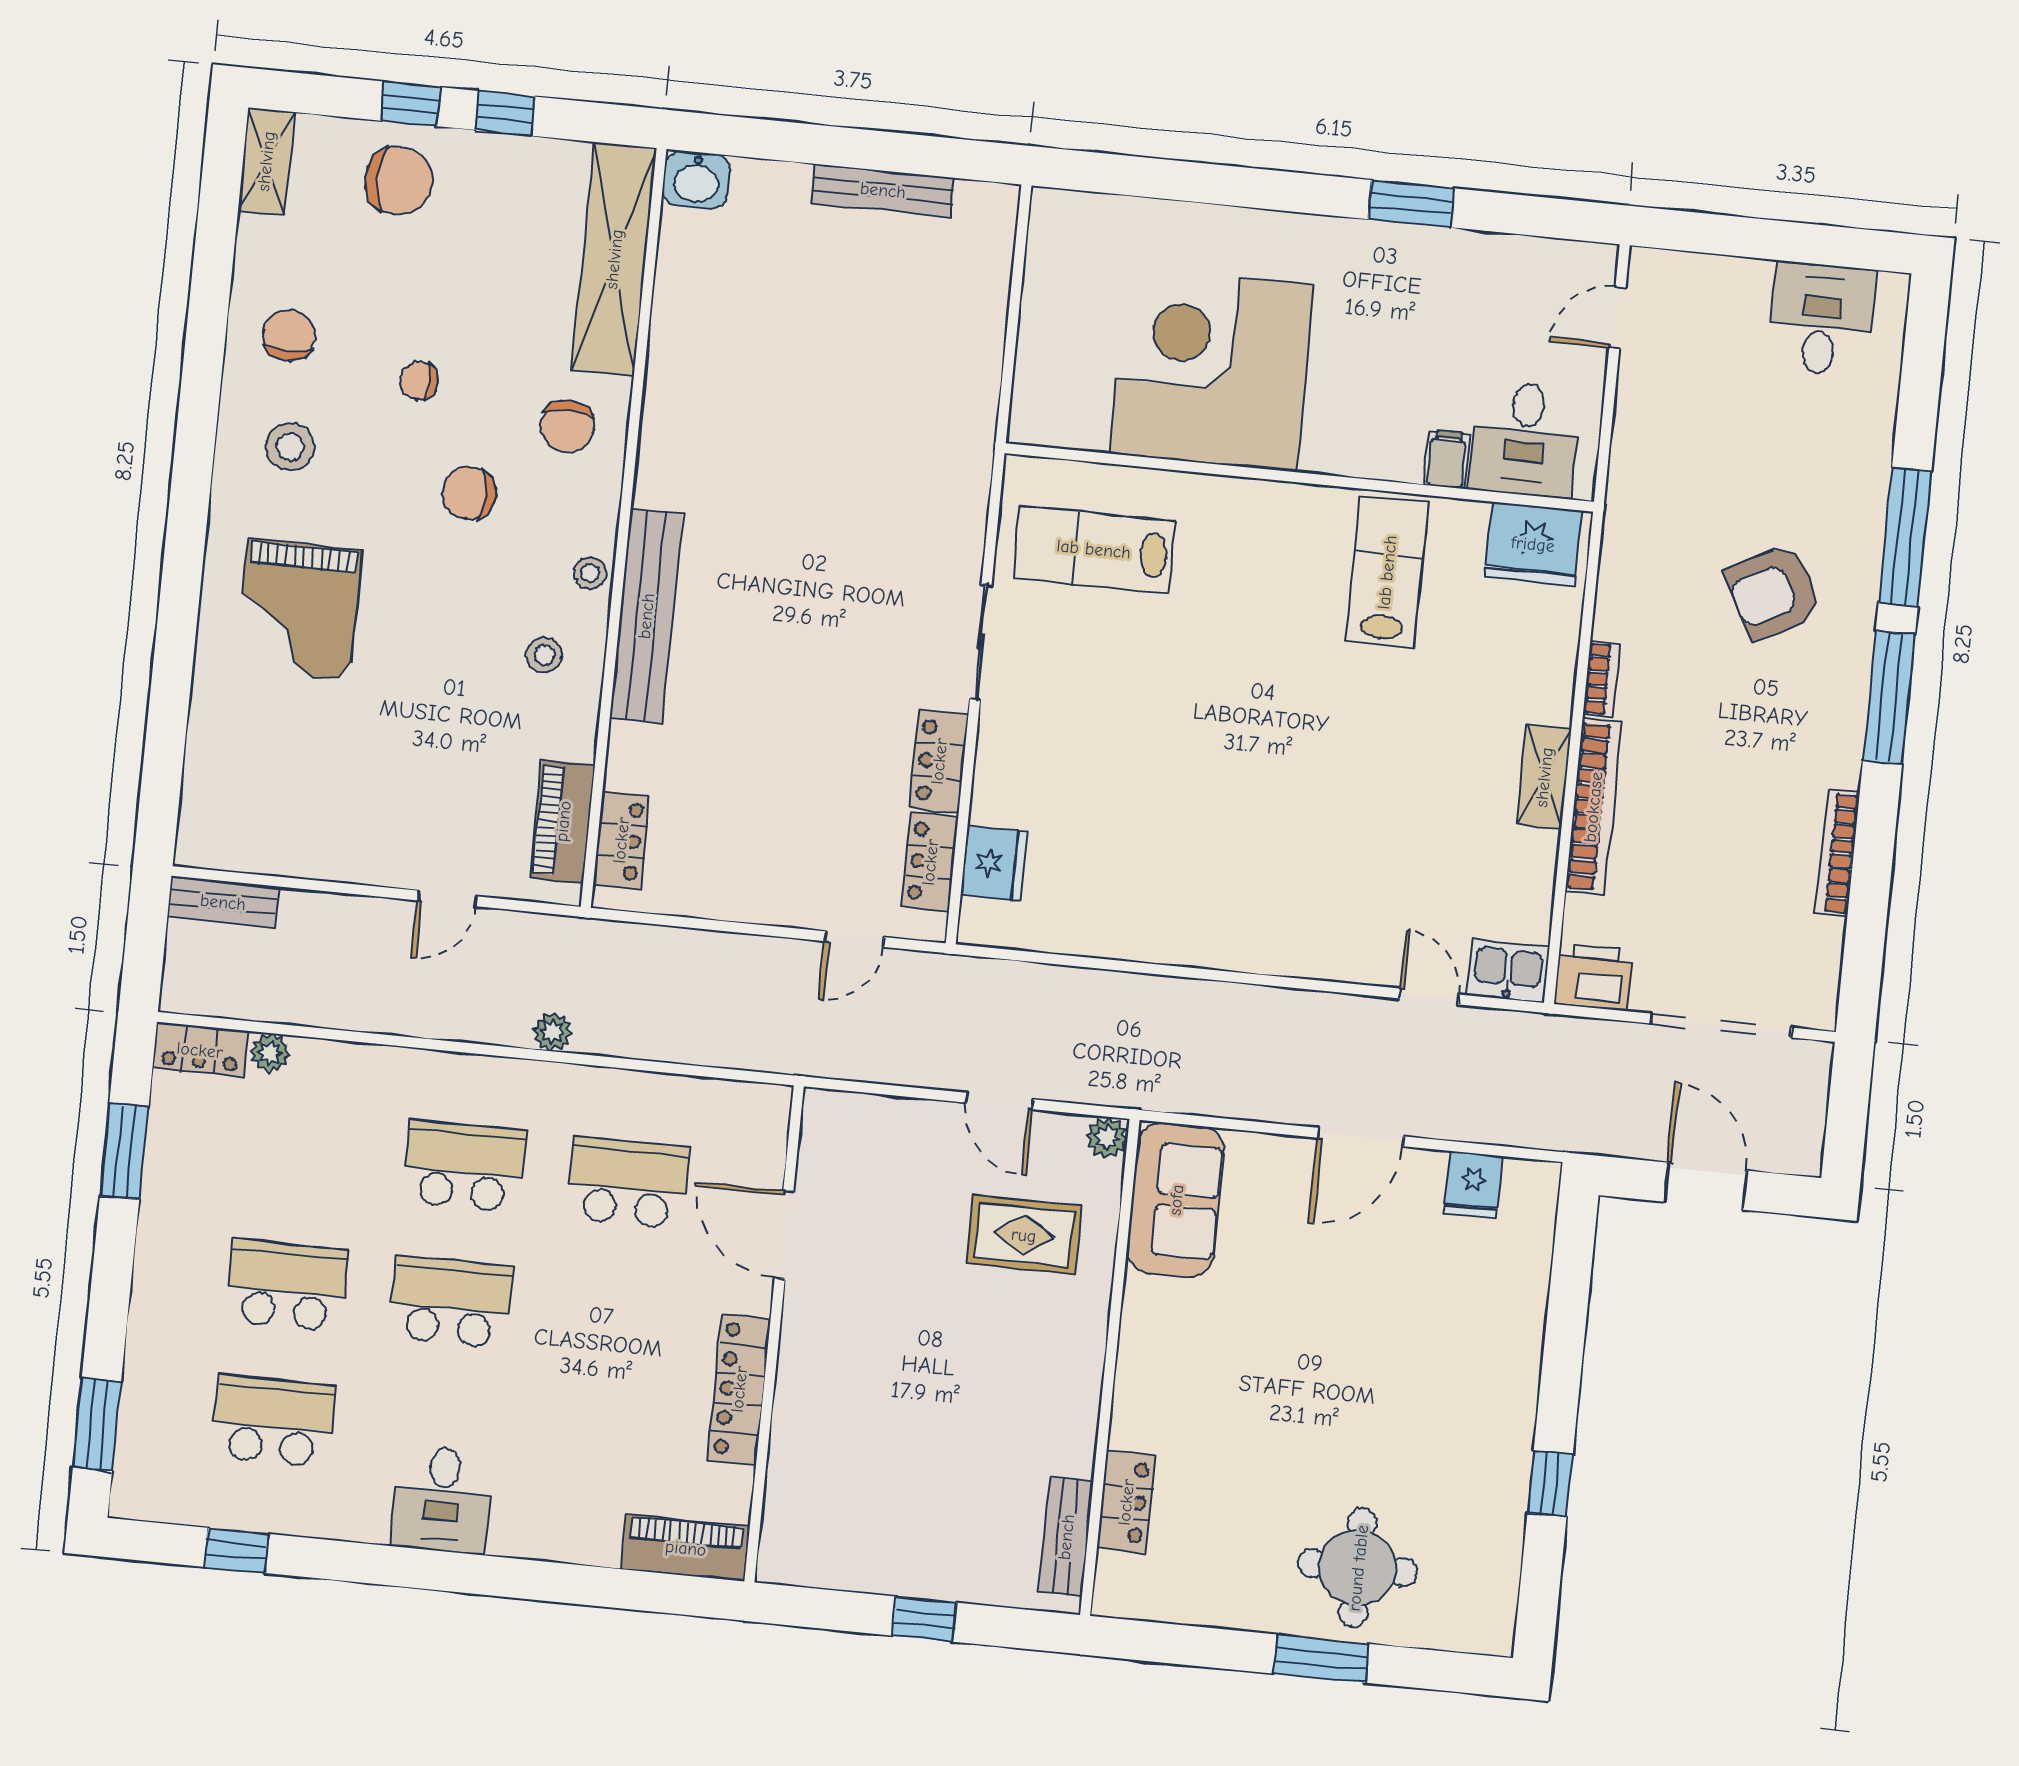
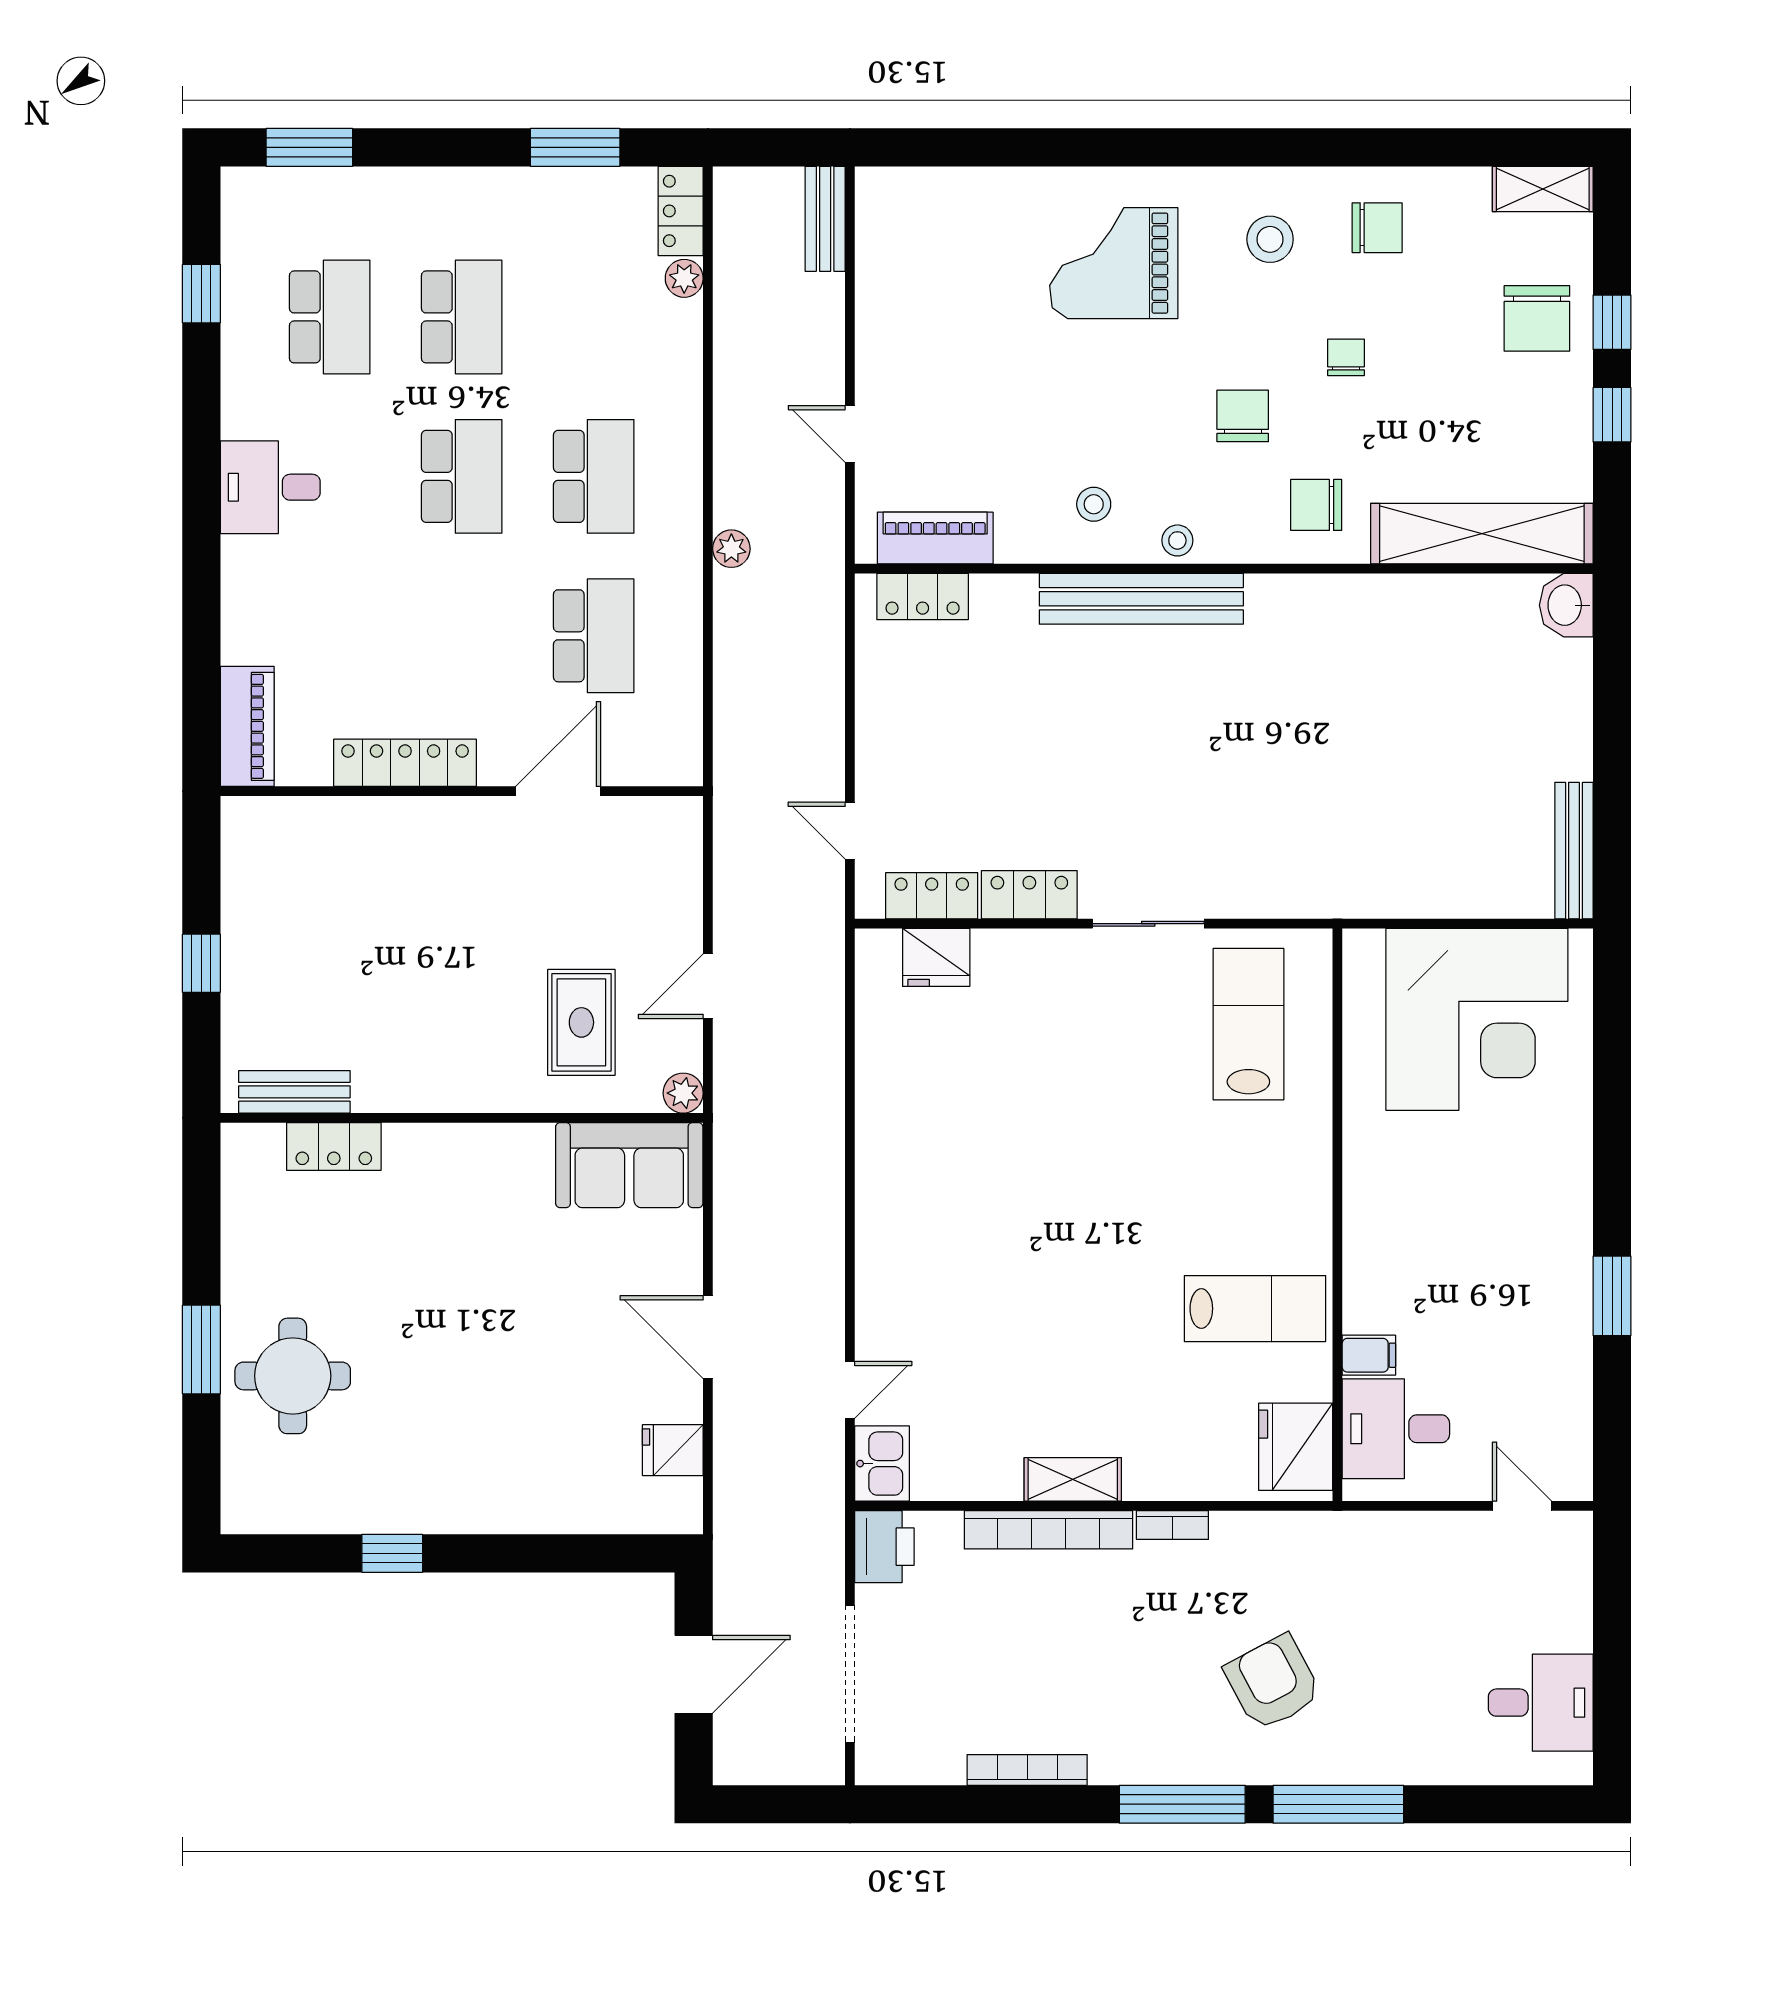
bench: (883, 190) -> (1574, 851), moved
corner desk: (1212, 369) -> (1477, 1019), moved, turned 90

